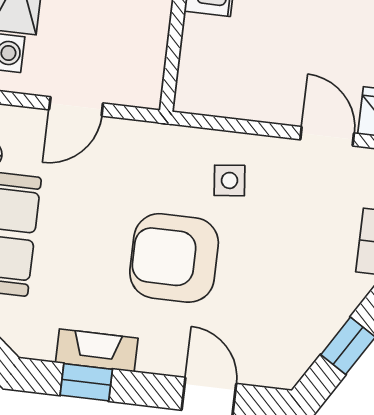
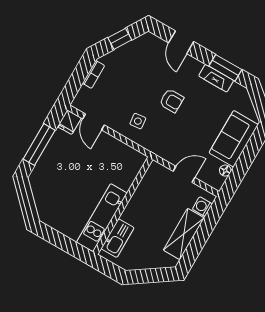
armchair: (174, 258) -> (172, 101), width x0.53, depth x0.53
window: (86, 382) -> (225, 68), width x1.50

